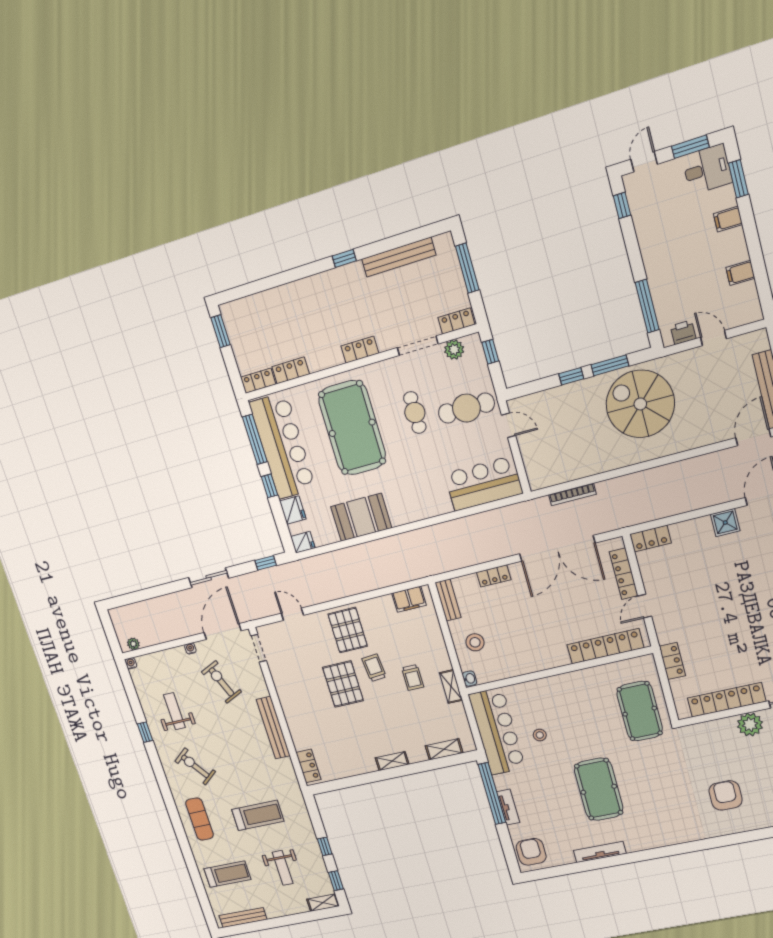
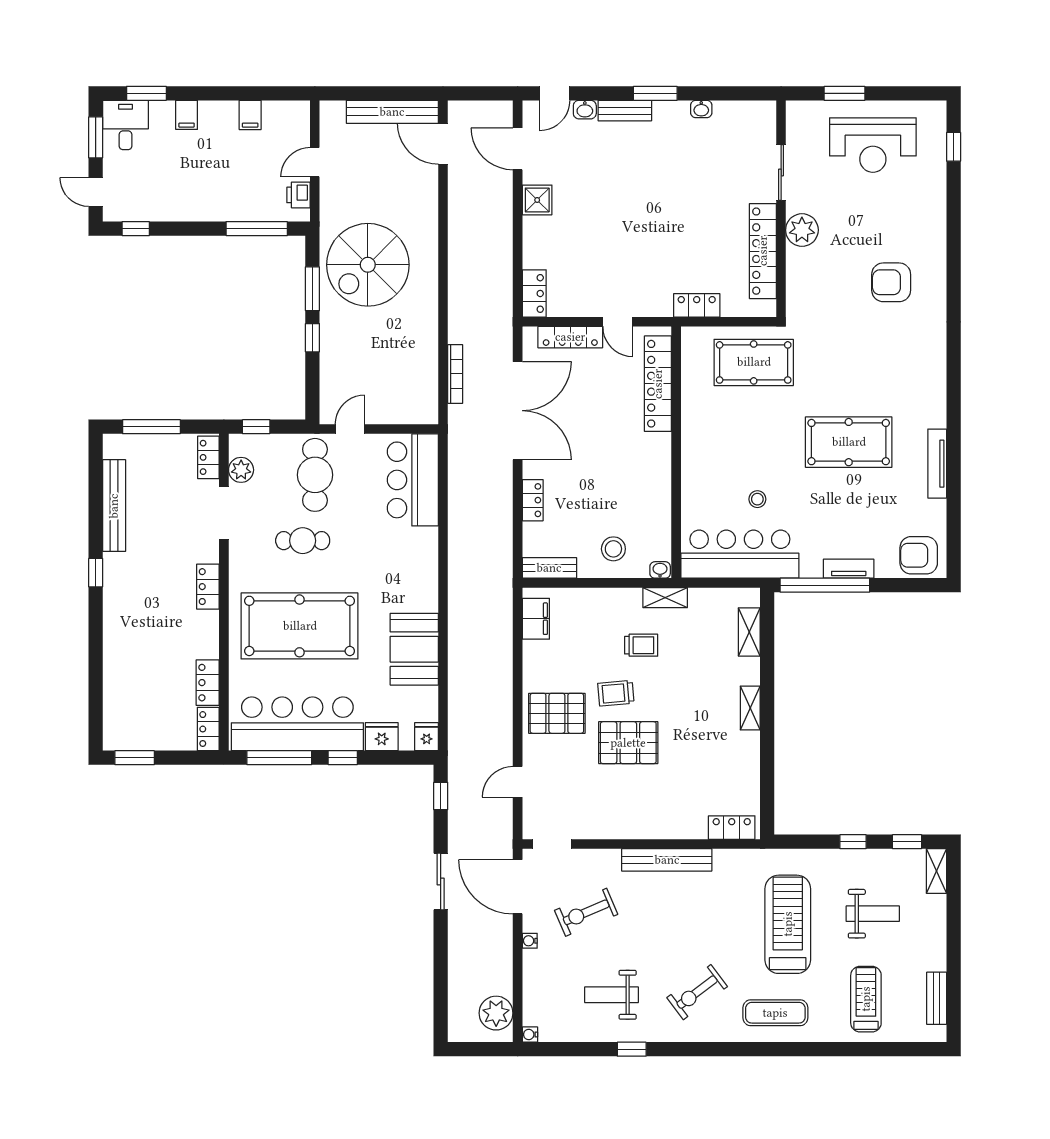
plant: (133, 644) -> (496, 1013), width x1.87, depth x1.87
treadmill: (258, 815) -> (788, 924), width x1.37, depth x1.38
bench: (243, 917) -> (937, 998), width x0.73

